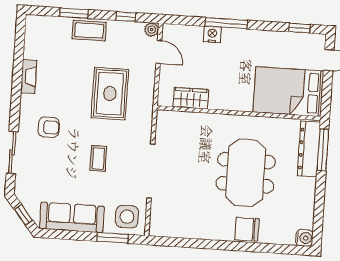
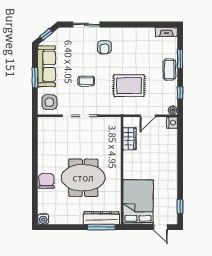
window: (226, 23) -> (180, 159), removed
nightstand: (212, 34) -> (172, 123), moved
door: (159, 52) -> (148, 116), moved
fireplace: (29, 77) -> (166, 32), moved
window: (112, 238) -> (35, 77), moved

